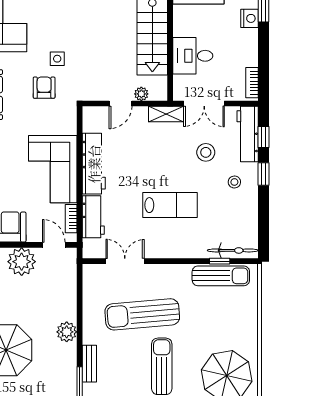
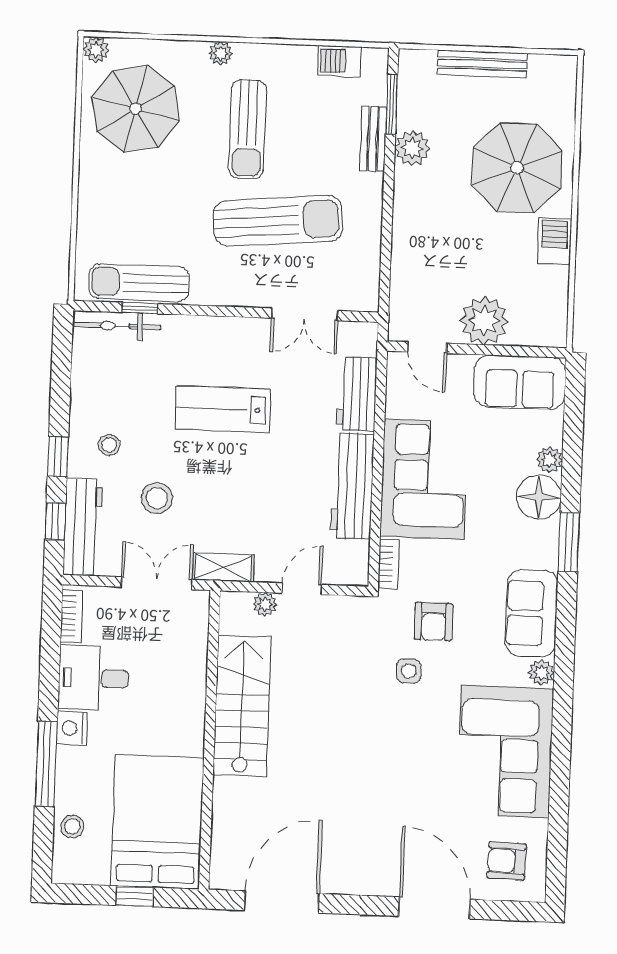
desk: (193, 56) -> (93, 678), moved, turned 180
bookcase: (71, 219) -> (389, 564), moved
plant: (67, 332) -> (412, 148), moved

